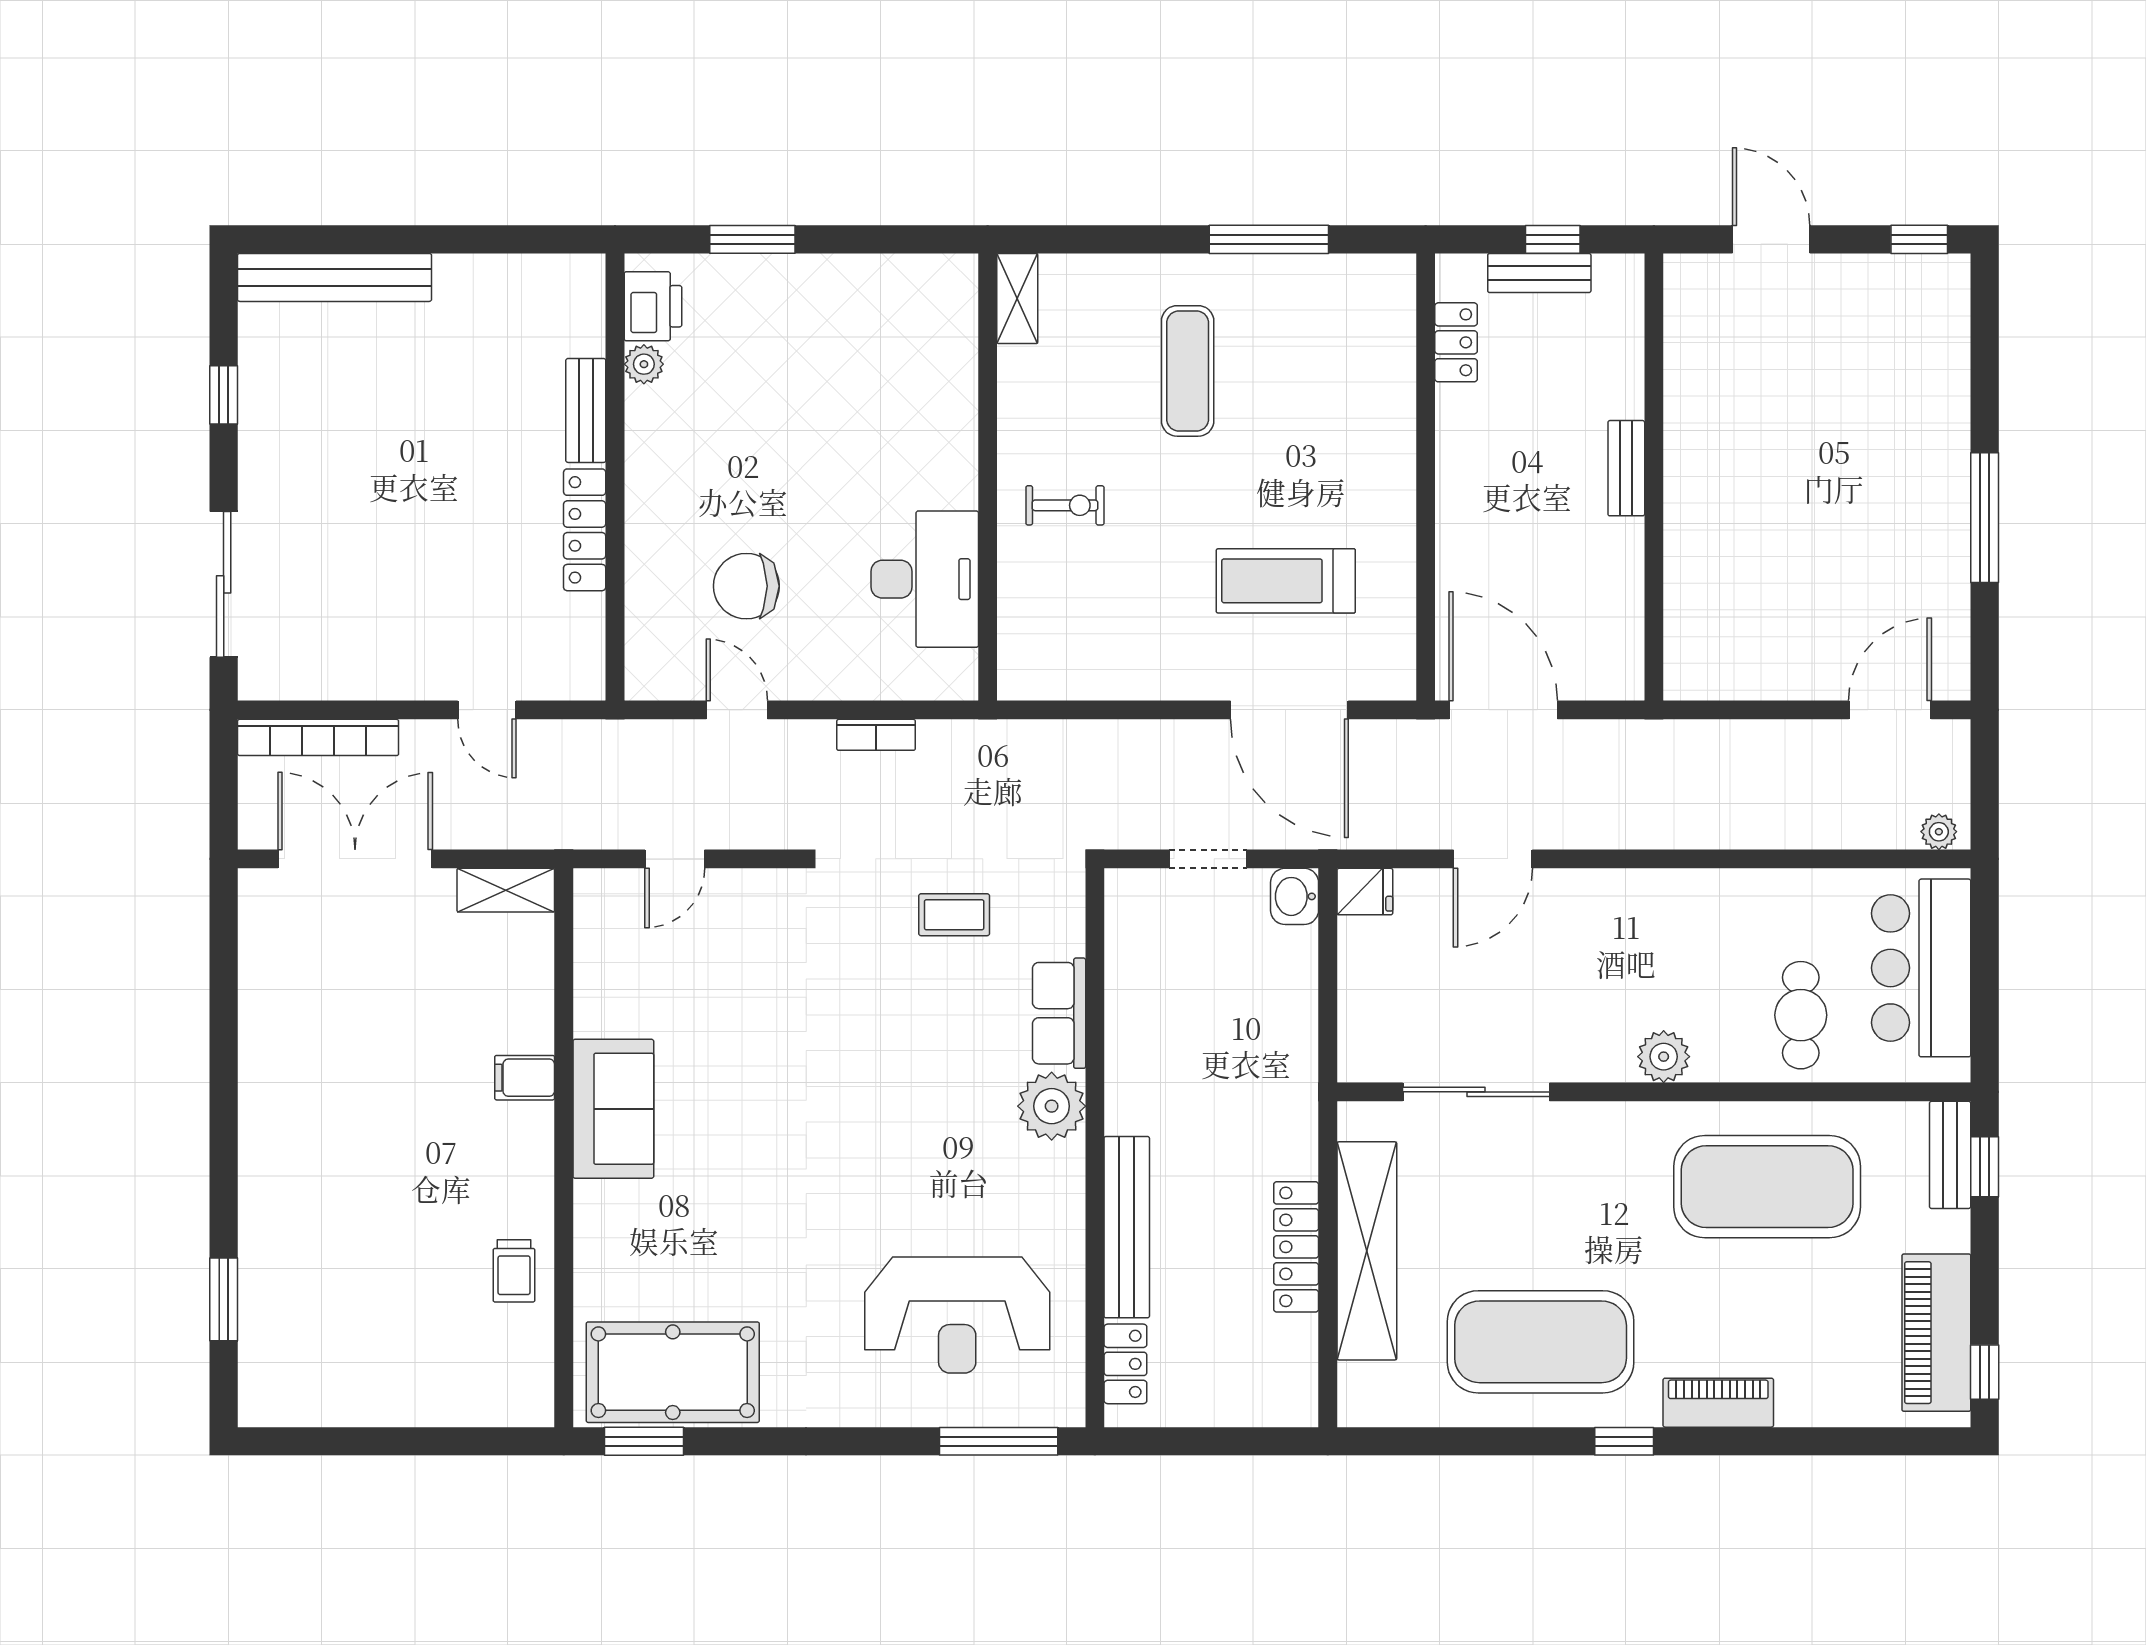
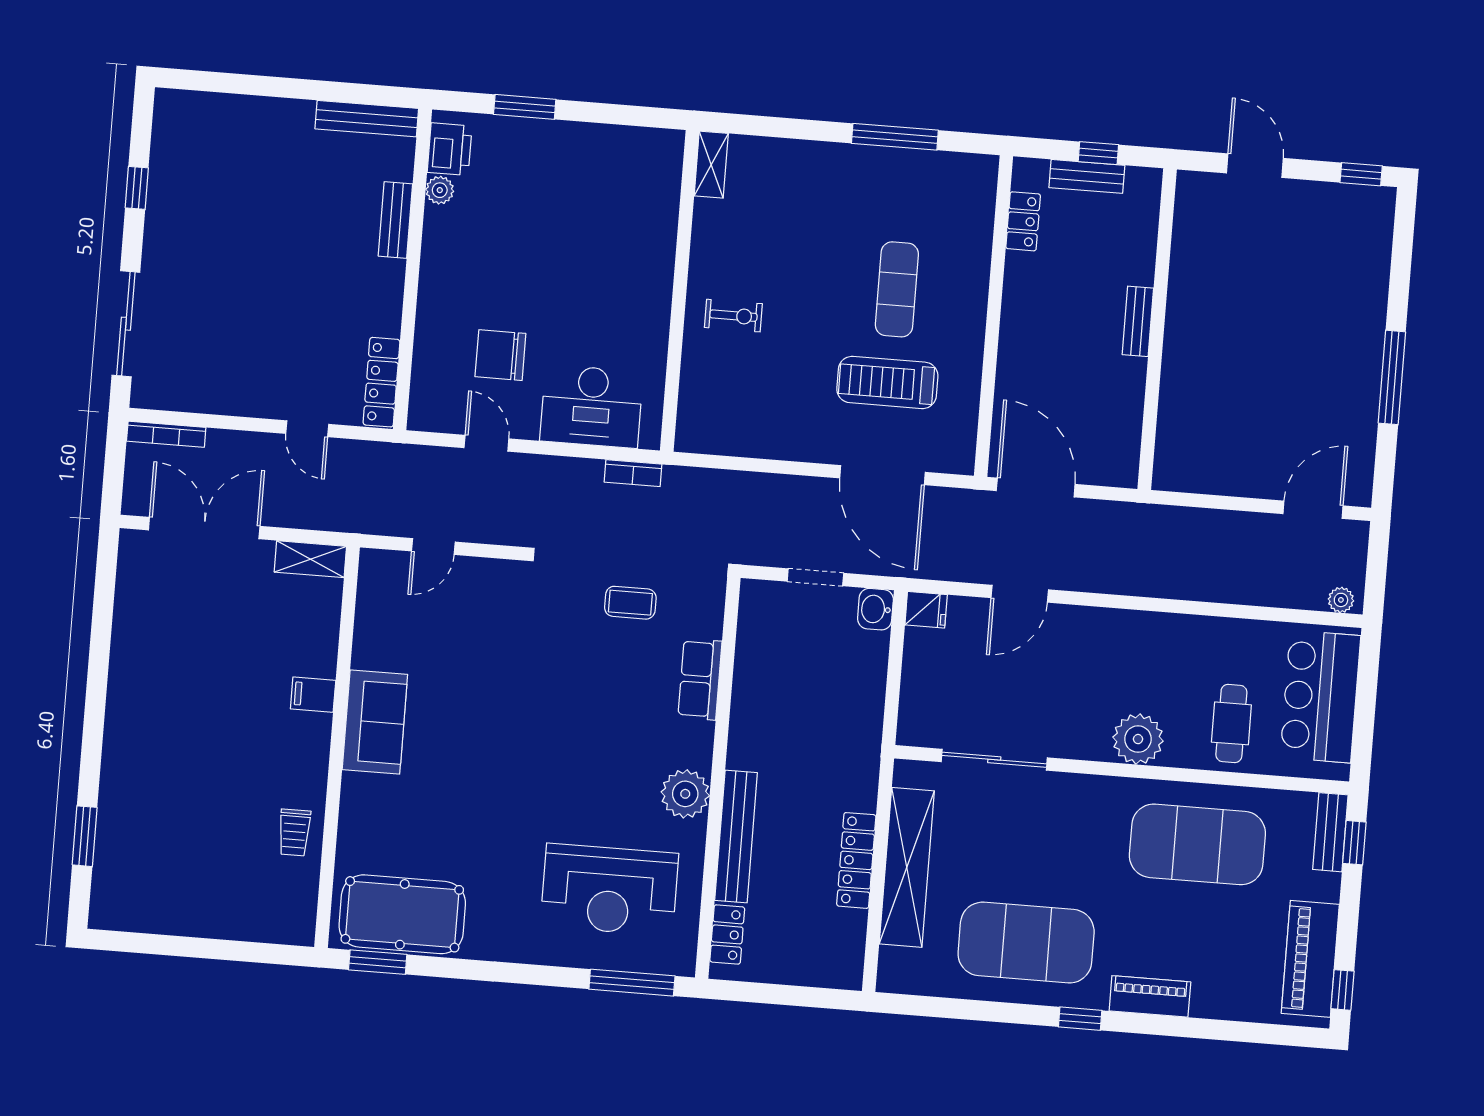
bench: (335, 277) -> (367, 119), moved, width x0.73, depth x0.82
exercise mat: (1188, 371) -> (897, 289), moved
locker: (585, 530) -> (382, 382), moved
desk: (925, 579) -> (591, 406), moved, turned 90
bookcase: (876, 735) -> (633, 473), moved
bookcase: (318, 737) -> (166, 434), width x0.68, depth x0.76
plant: (1664, 1057) -> (1138, 739), width x1.36, depth x1.36
plant: (1052, 1106) -> (685, 794), moved

